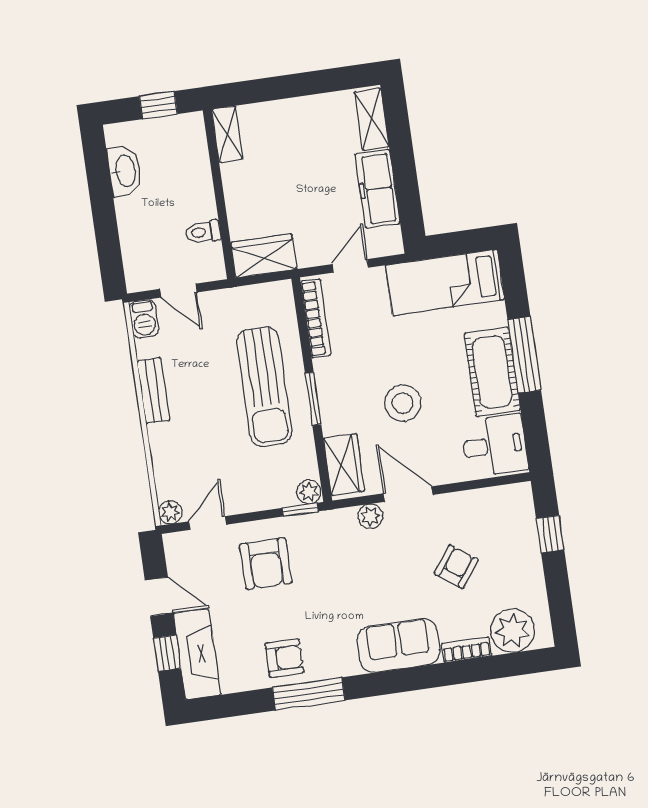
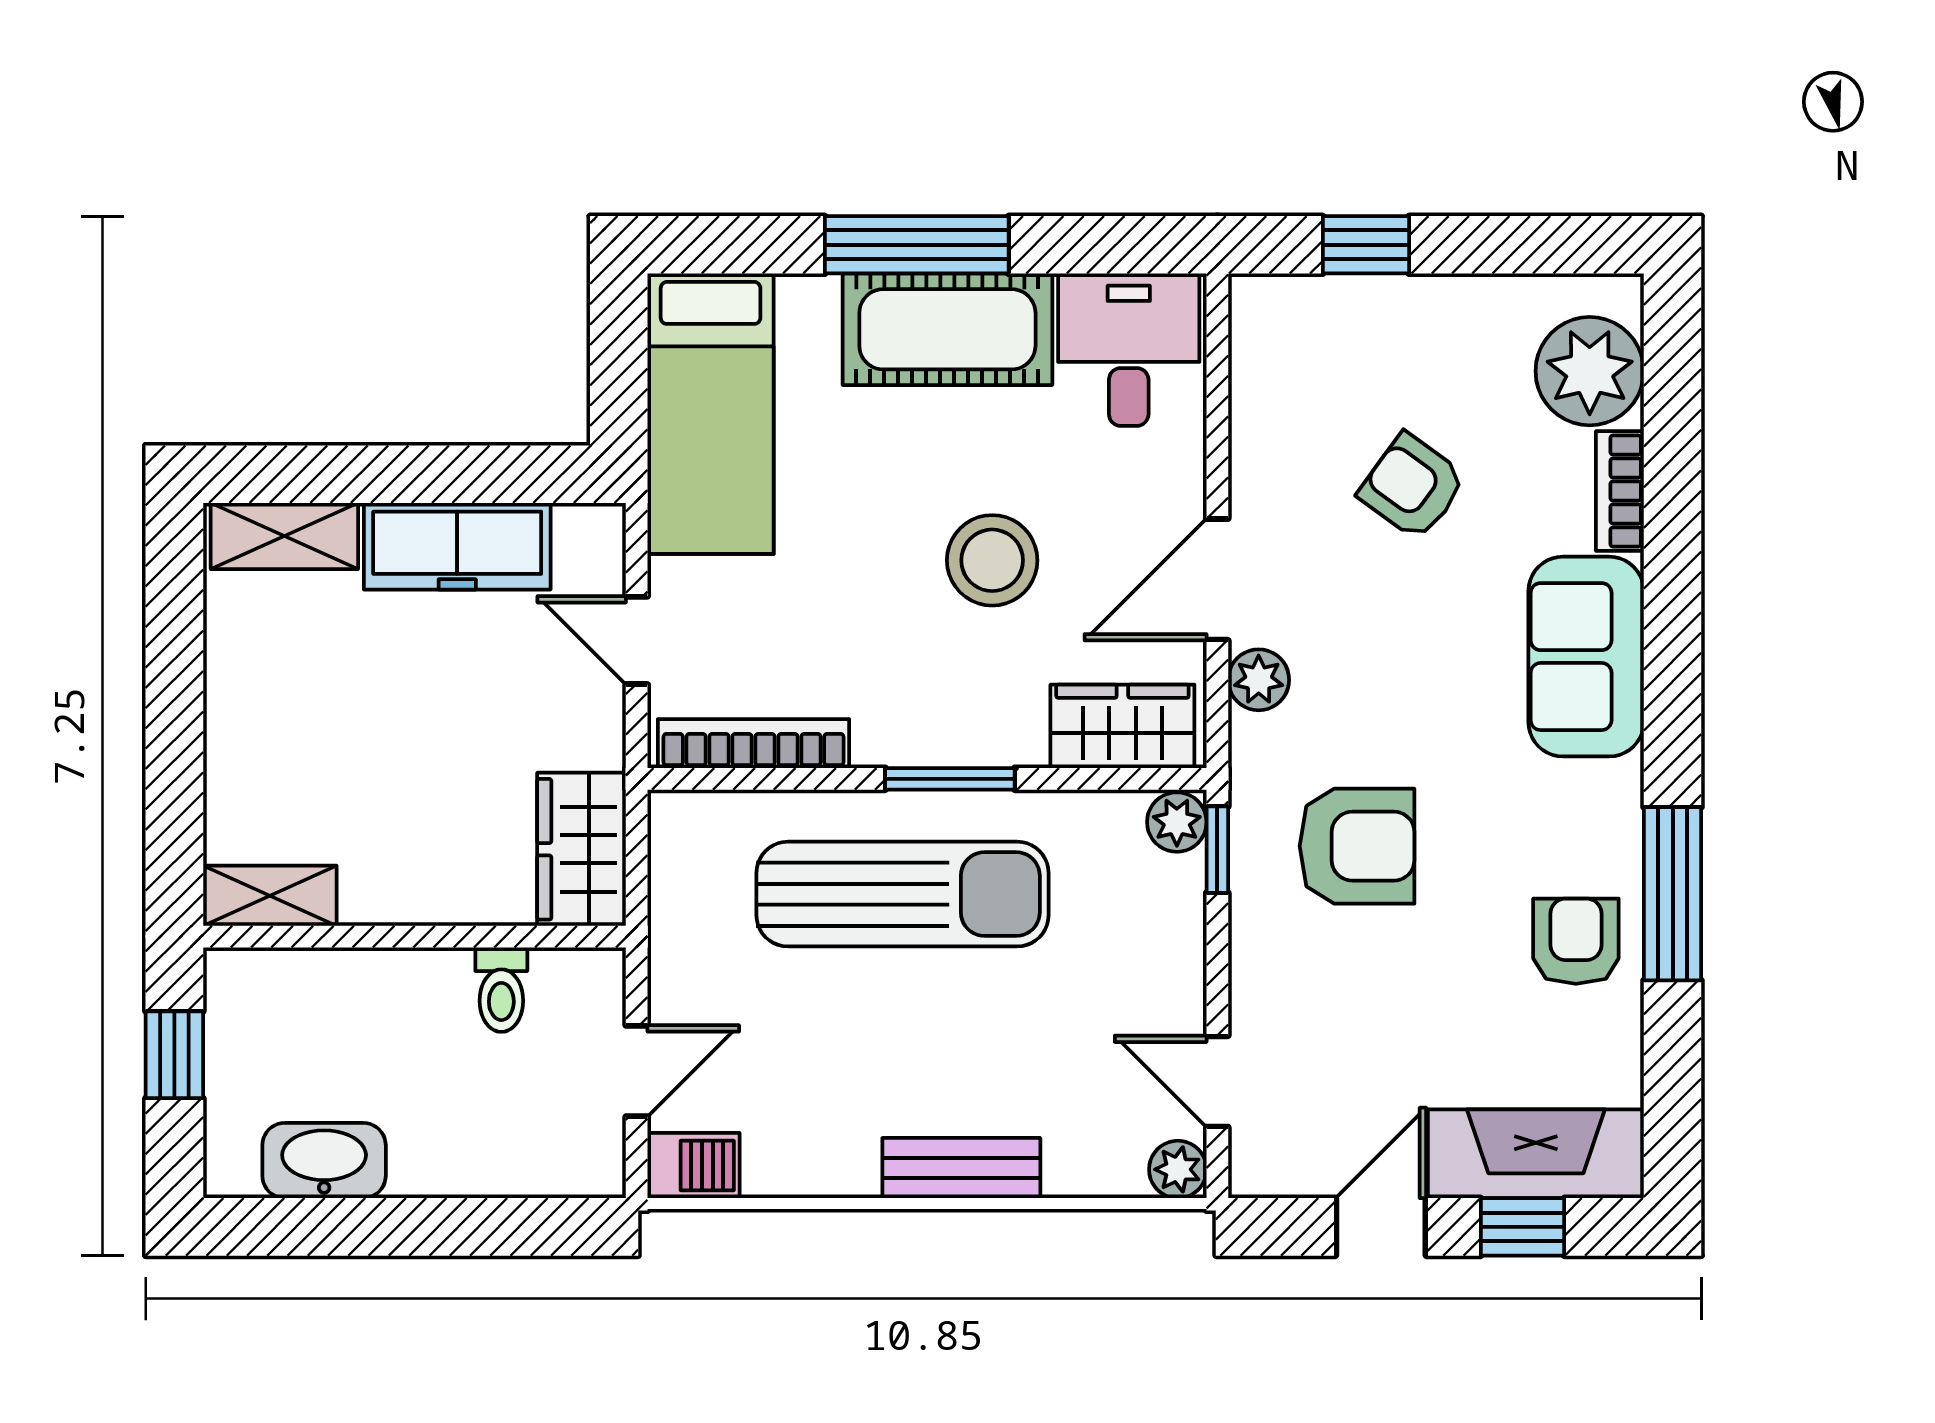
bench: (153, 391) -> (961, 1168), moved
armchair: (266, 564) -> (1357, 846), moved

